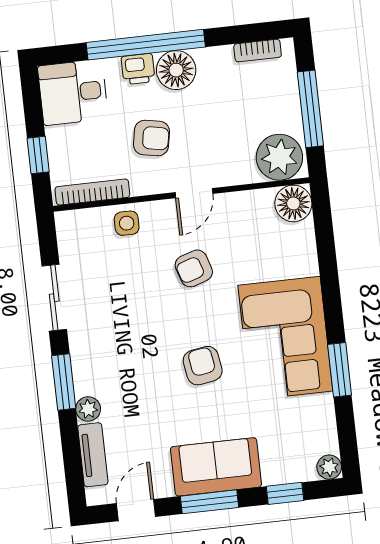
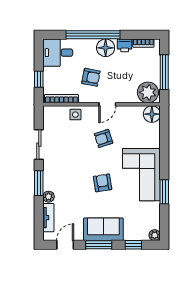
printer: (138, 69) -> (125, 45), moved

